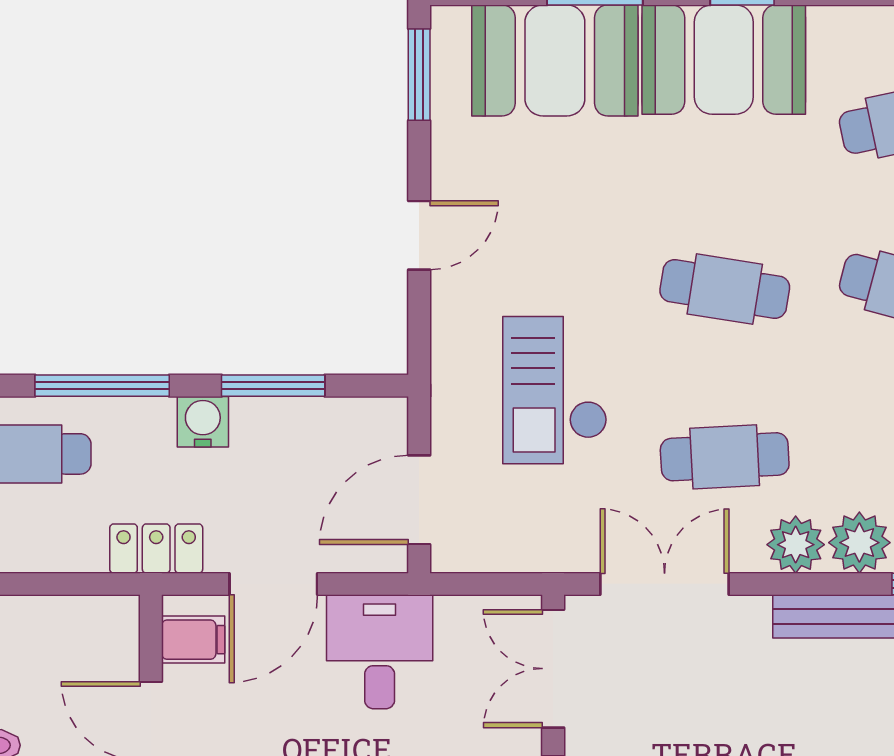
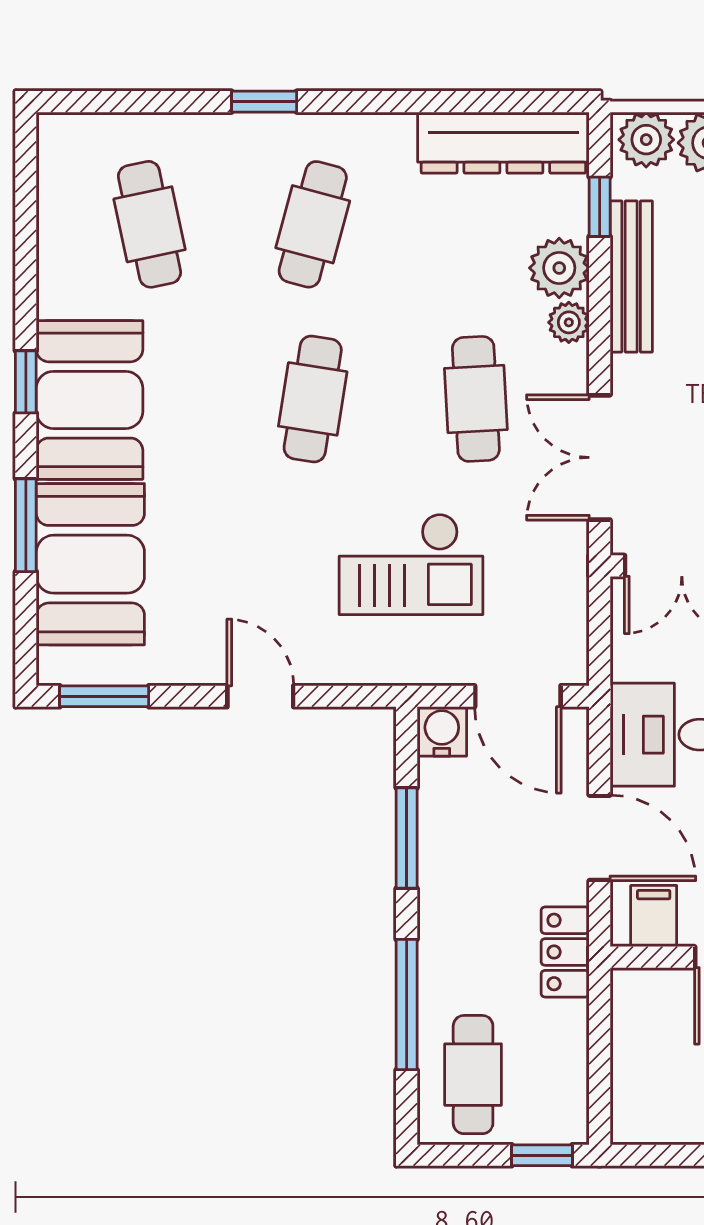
water cooler: (203, 422) -> (442, 731), moved, turned 90
plant: (796, 545) -> (569, 322), width x0.73, depth x0.73

